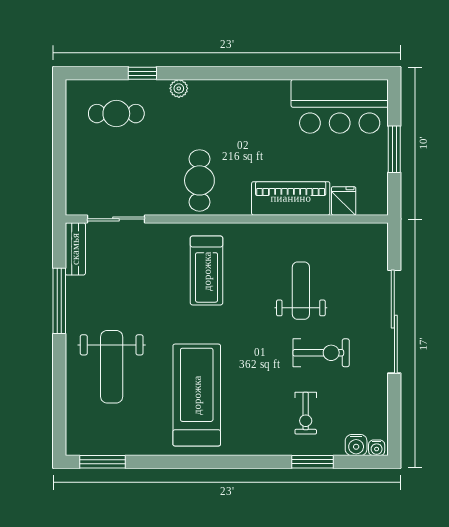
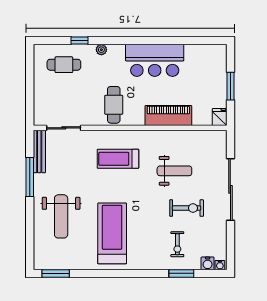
bar counter: (340, 106) -> (155, 60), moved
fridge: (344, 201) -> (220, 117), moved
bench: (75, 249) -> (39, 152), width x1.36
treadmill: (207, 271) -> (118, 159), turned 90
weight bench: (301, 291) -> (174, 171), turned 90

